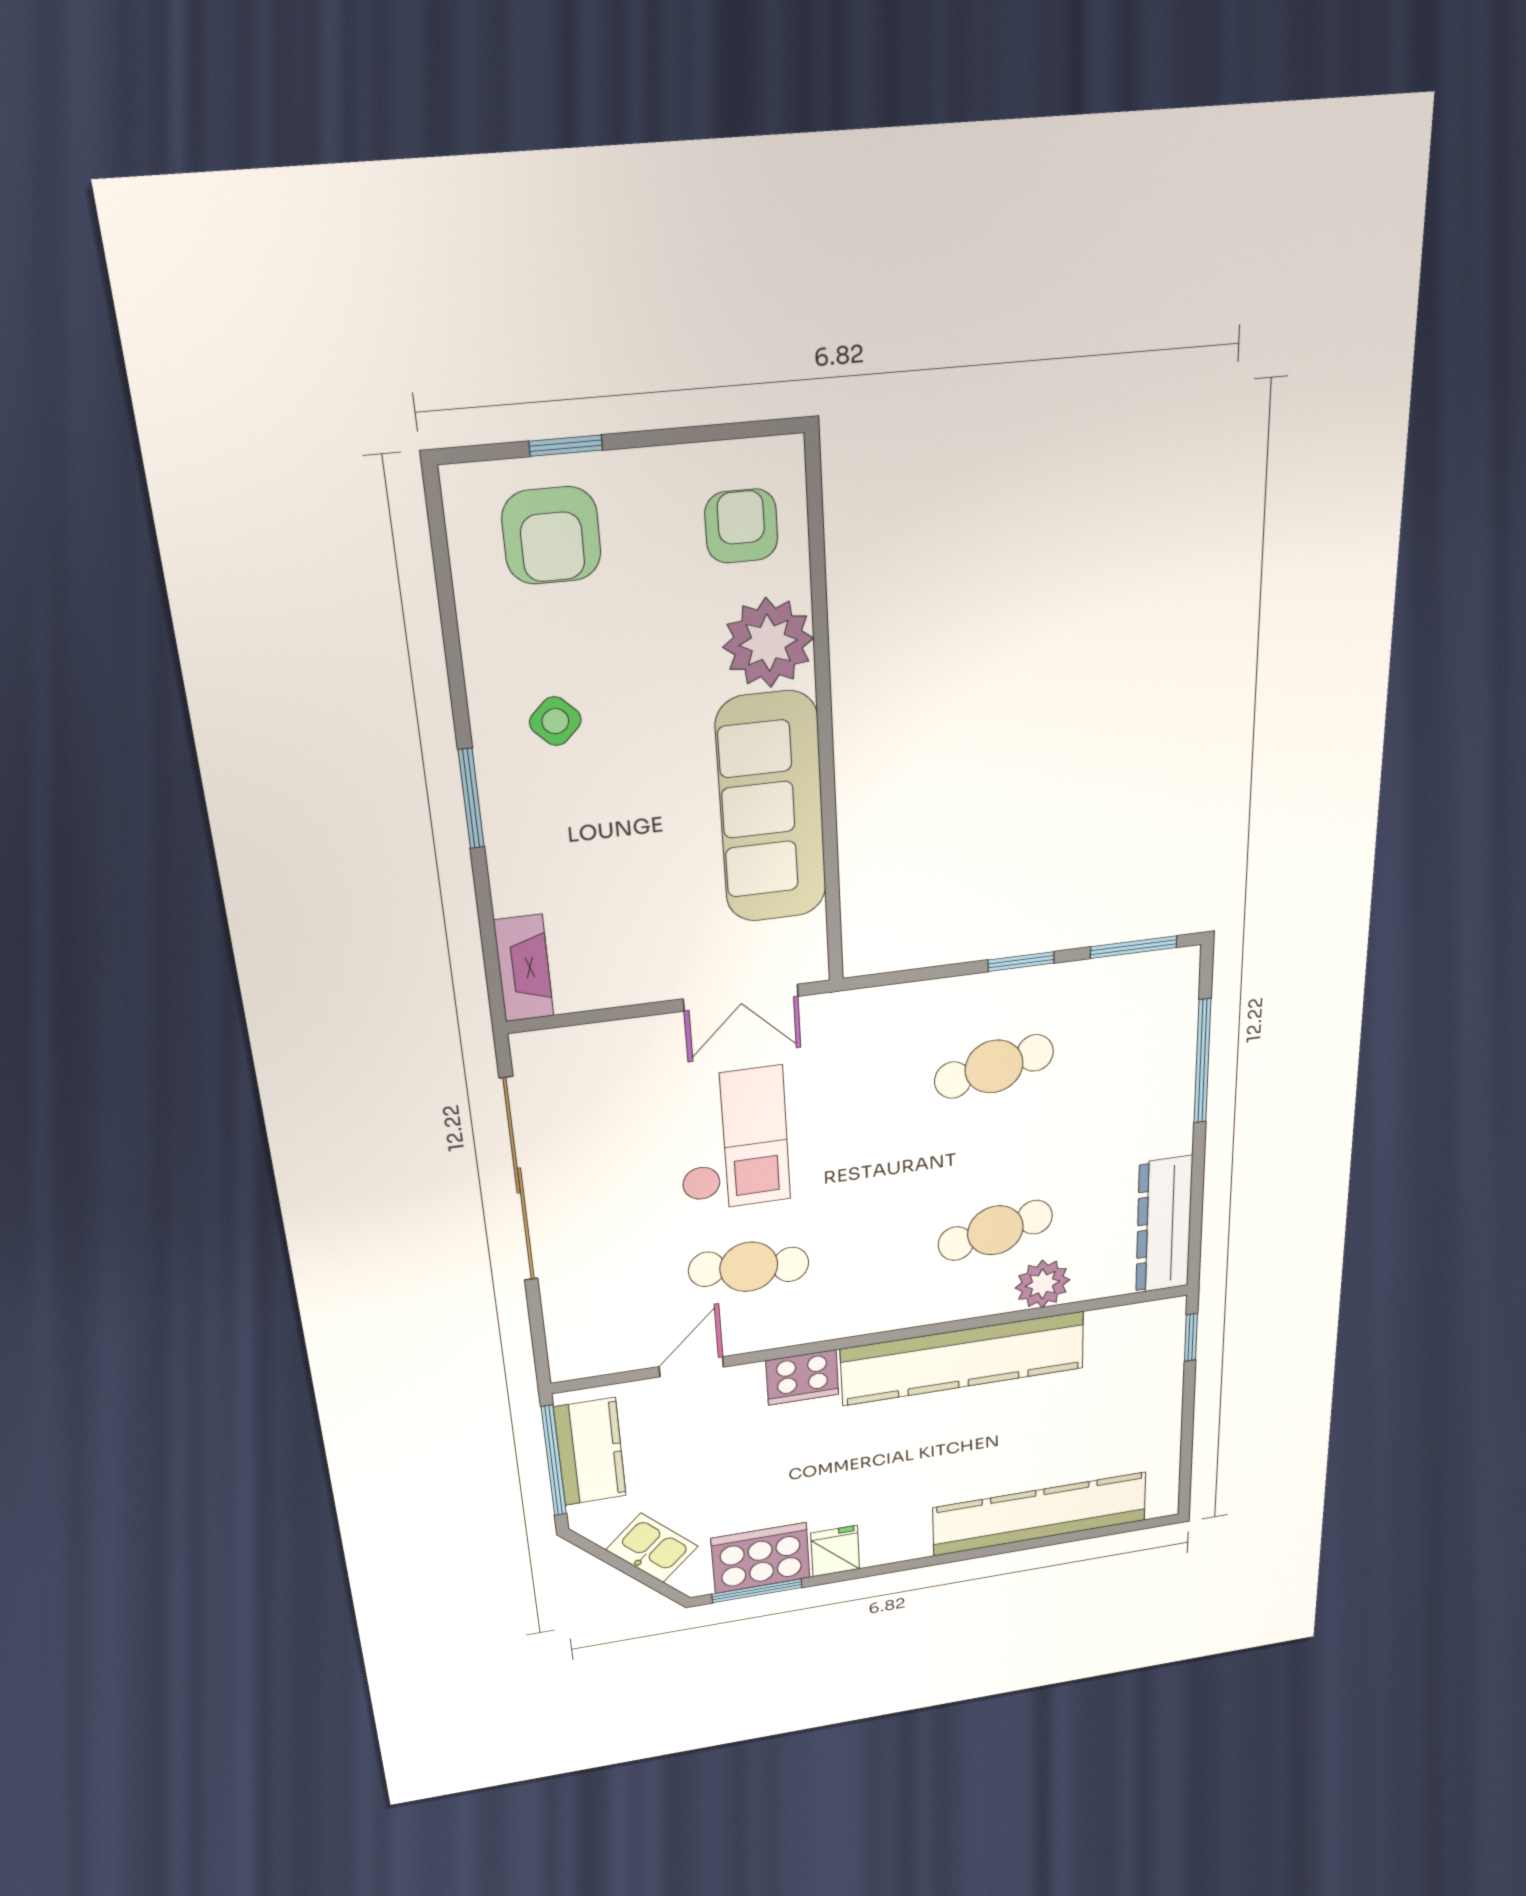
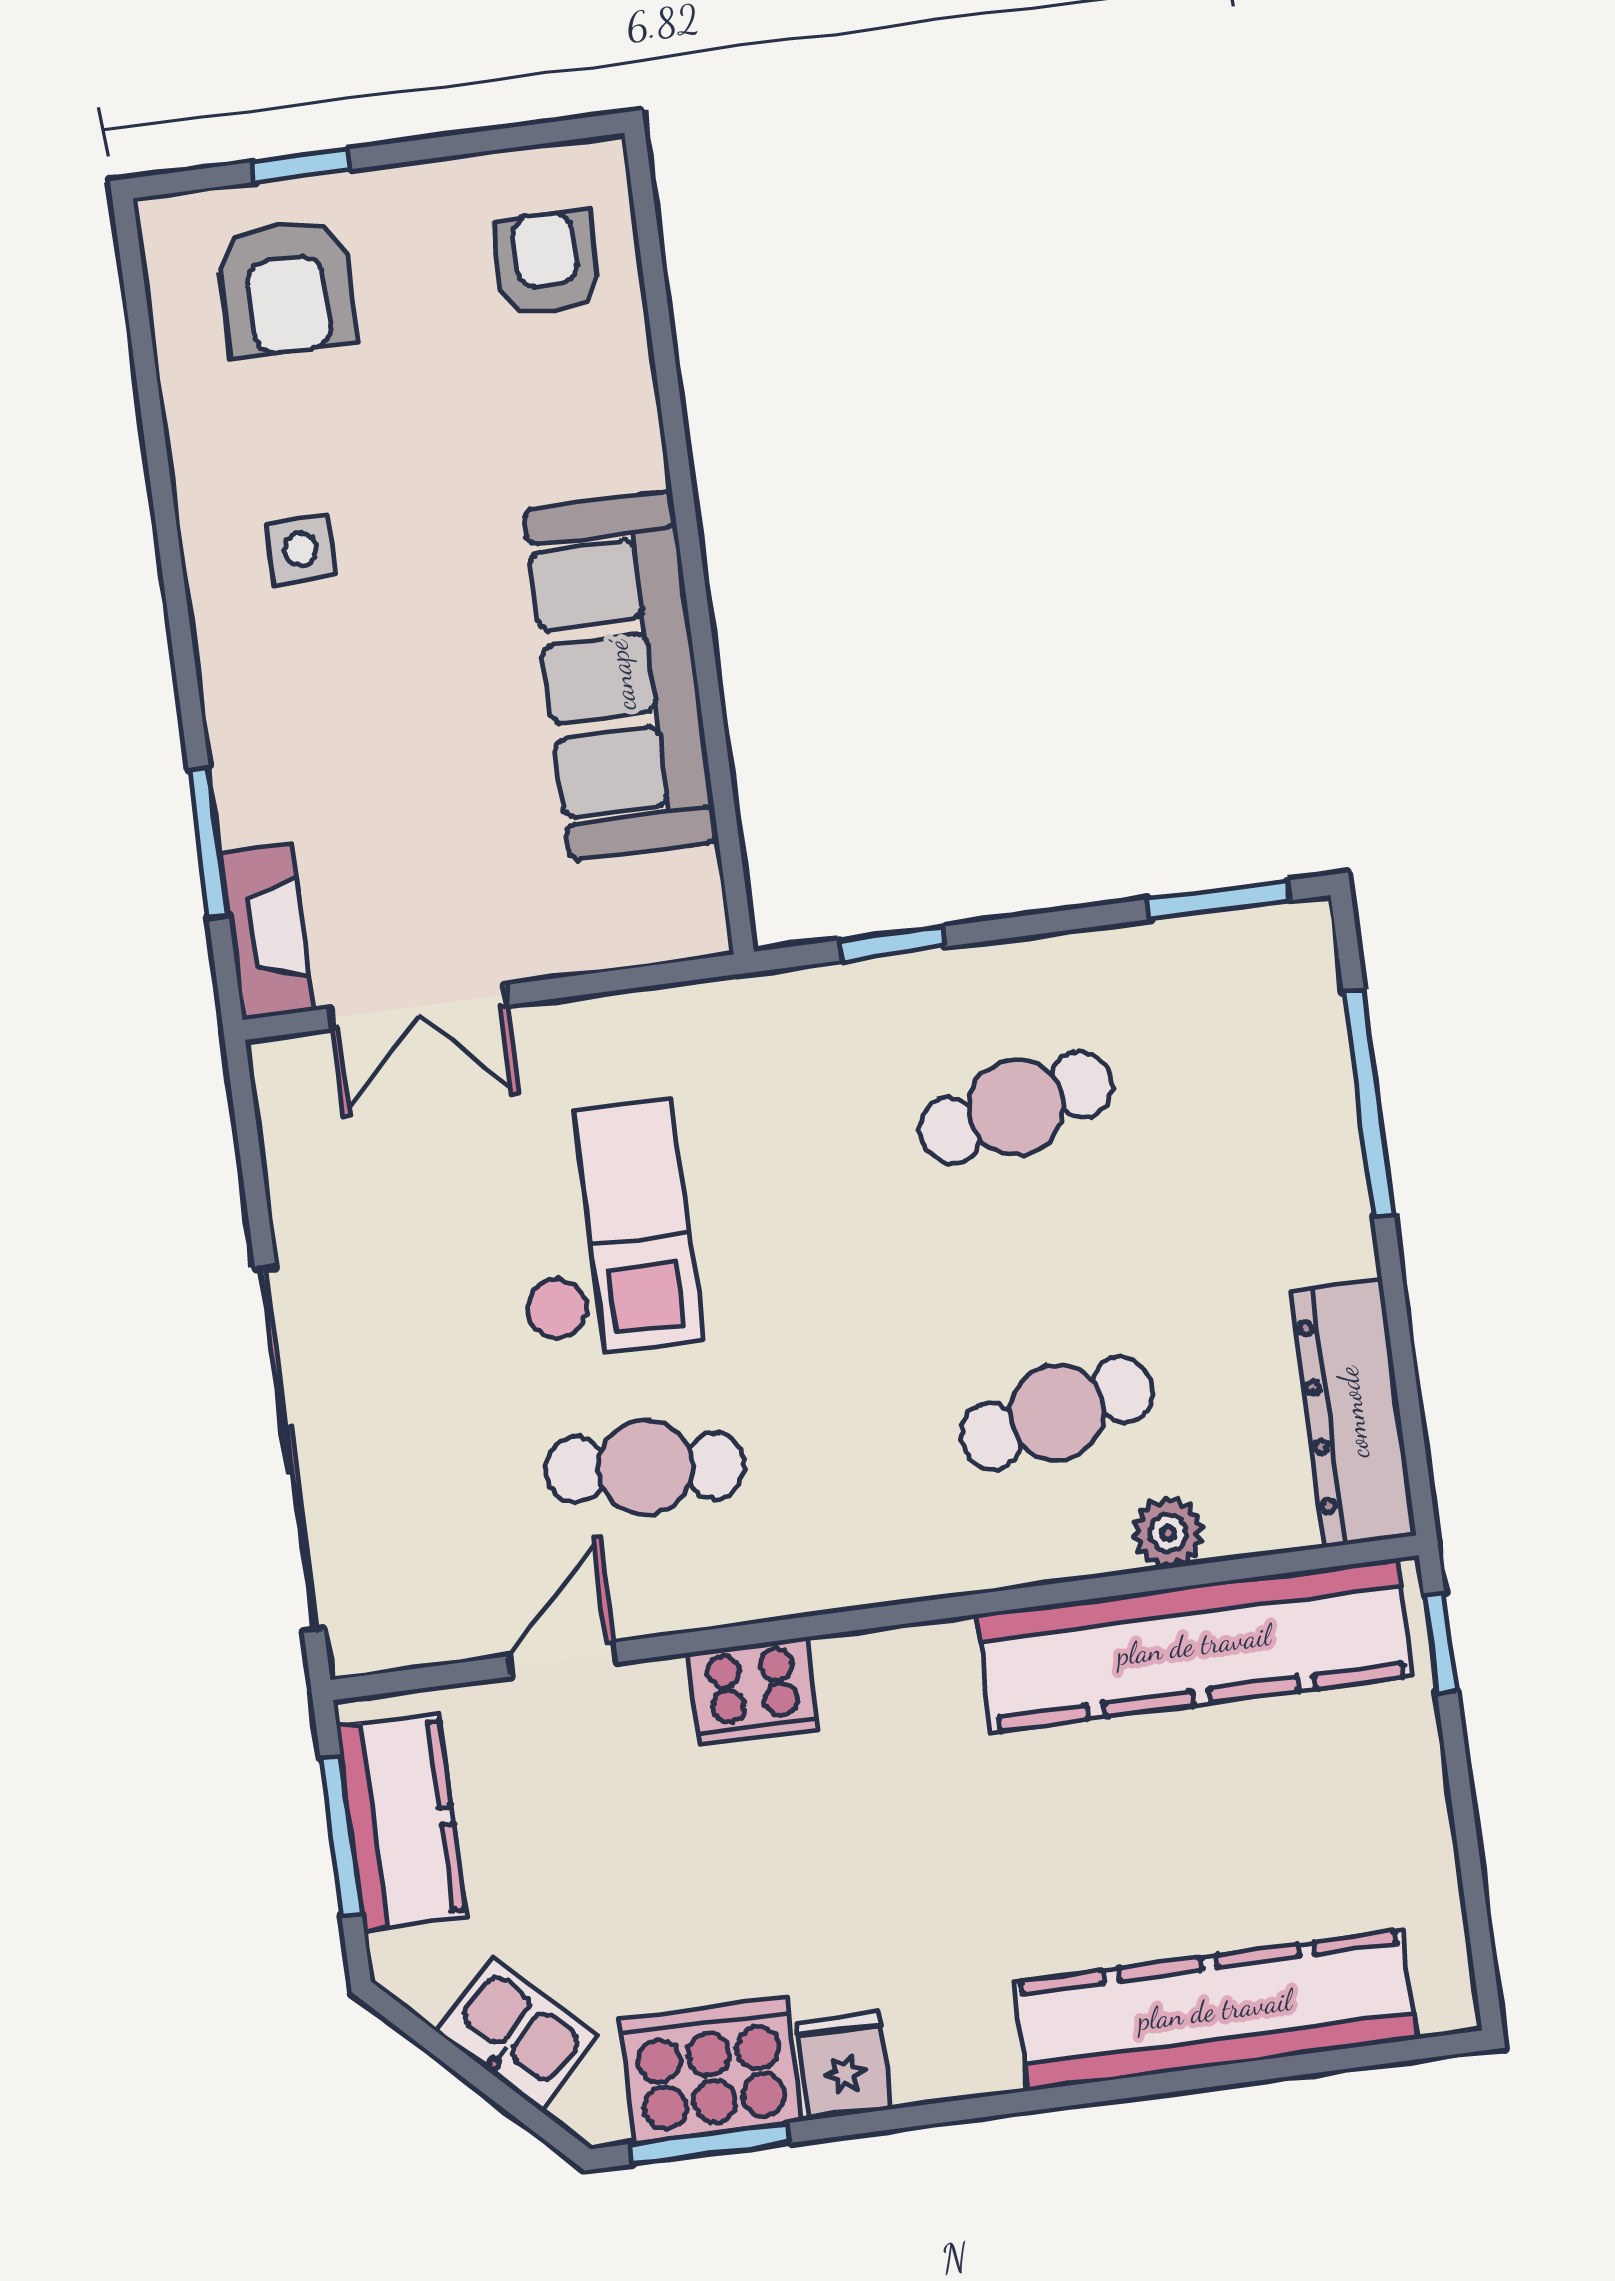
plant: (768, 643) -> (597, 427), removed
side table: (555, 721) -> (301, 549), turned 45
window: (471, 799) -> (209, 842), moved
window: (1021, 962) -> (893, 943), moved
double door: (741, 998) -> (418, 1007), moved
sliding door: (519, 1181) -> (289, 1449), moved
plant: (1043, 1284) -> (1168, 1533), width x0.73, depth x0.73
kitchen counter: (963, 1359) -> (1194, 1645), moved
window: (554, 1461) -> (341, 1836), width x0.69

